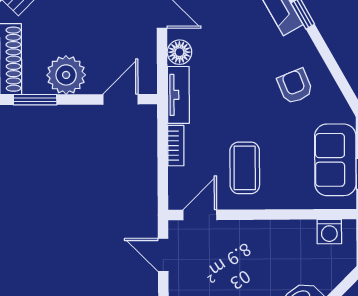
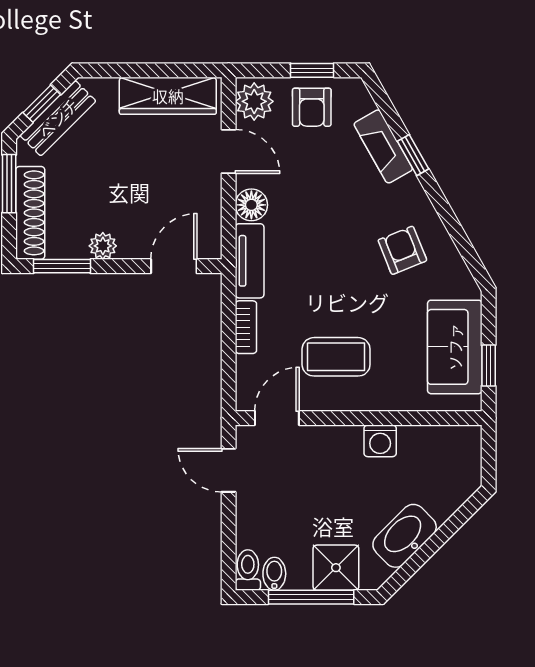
plant: (66, 75) -> (103, 246), width x0.53, depth x0.53
coffee table: (245, 168) -> (336, 357), turned 90
washing machine: (329, 232) -> (380, 441), moved

